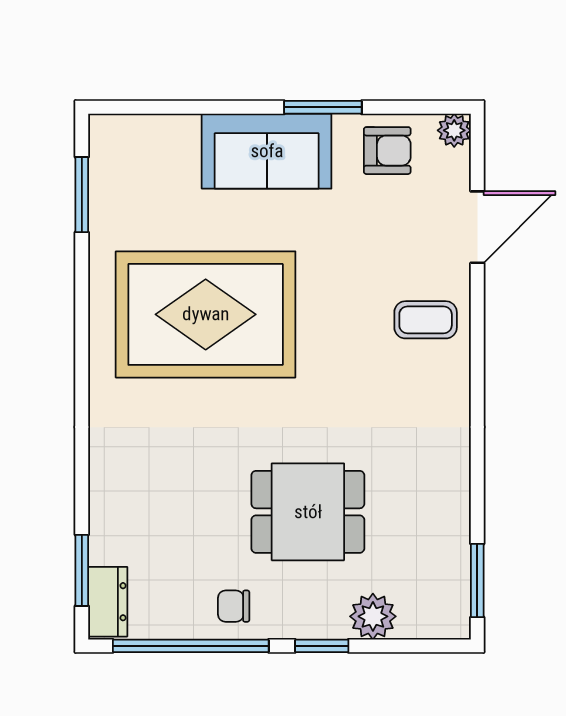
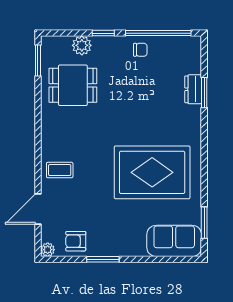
sofa: (267, 151) -> (174, 241), moved
dining table: (308, 512) -> (73, 85), moved
window: (82, 570) -> (204, 93), moved
dresser: (108, 602) -> (193, 89), moved

